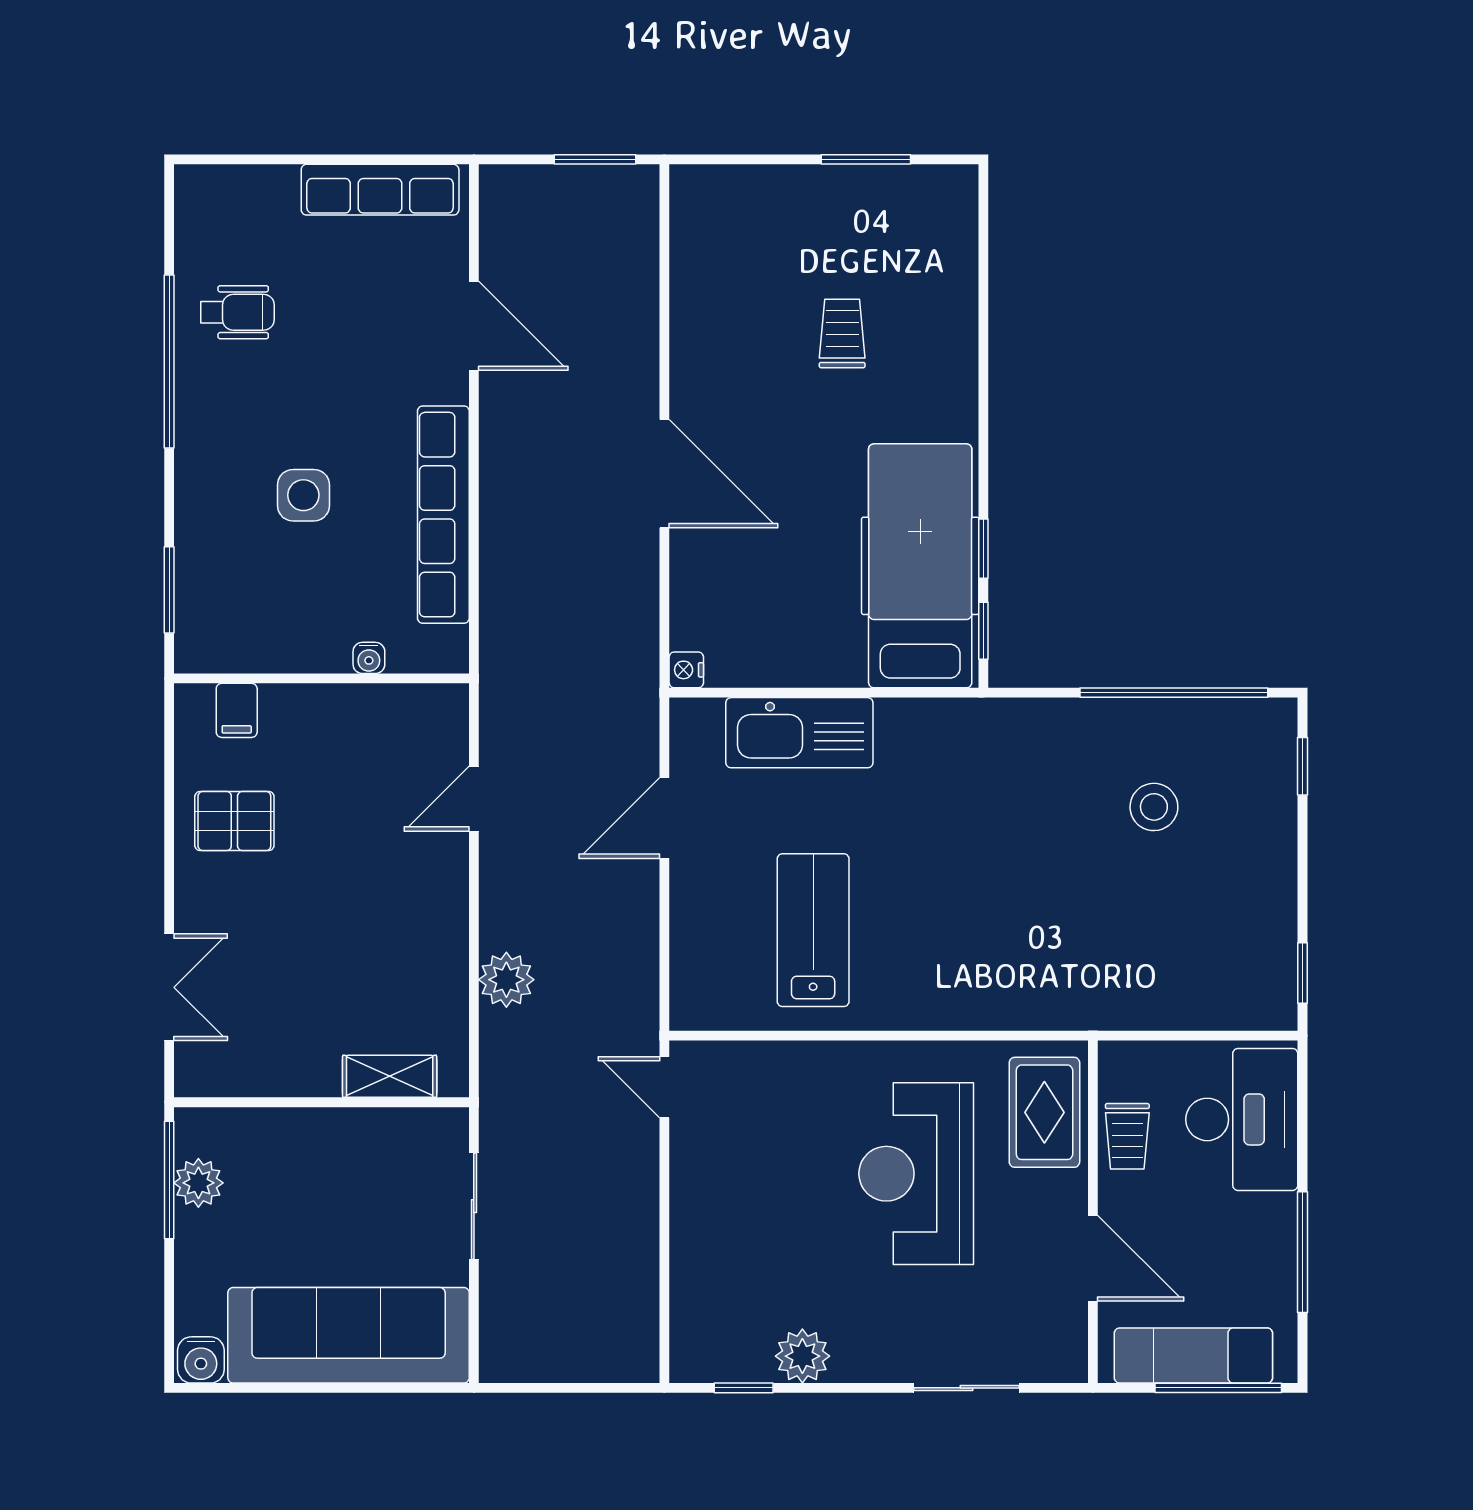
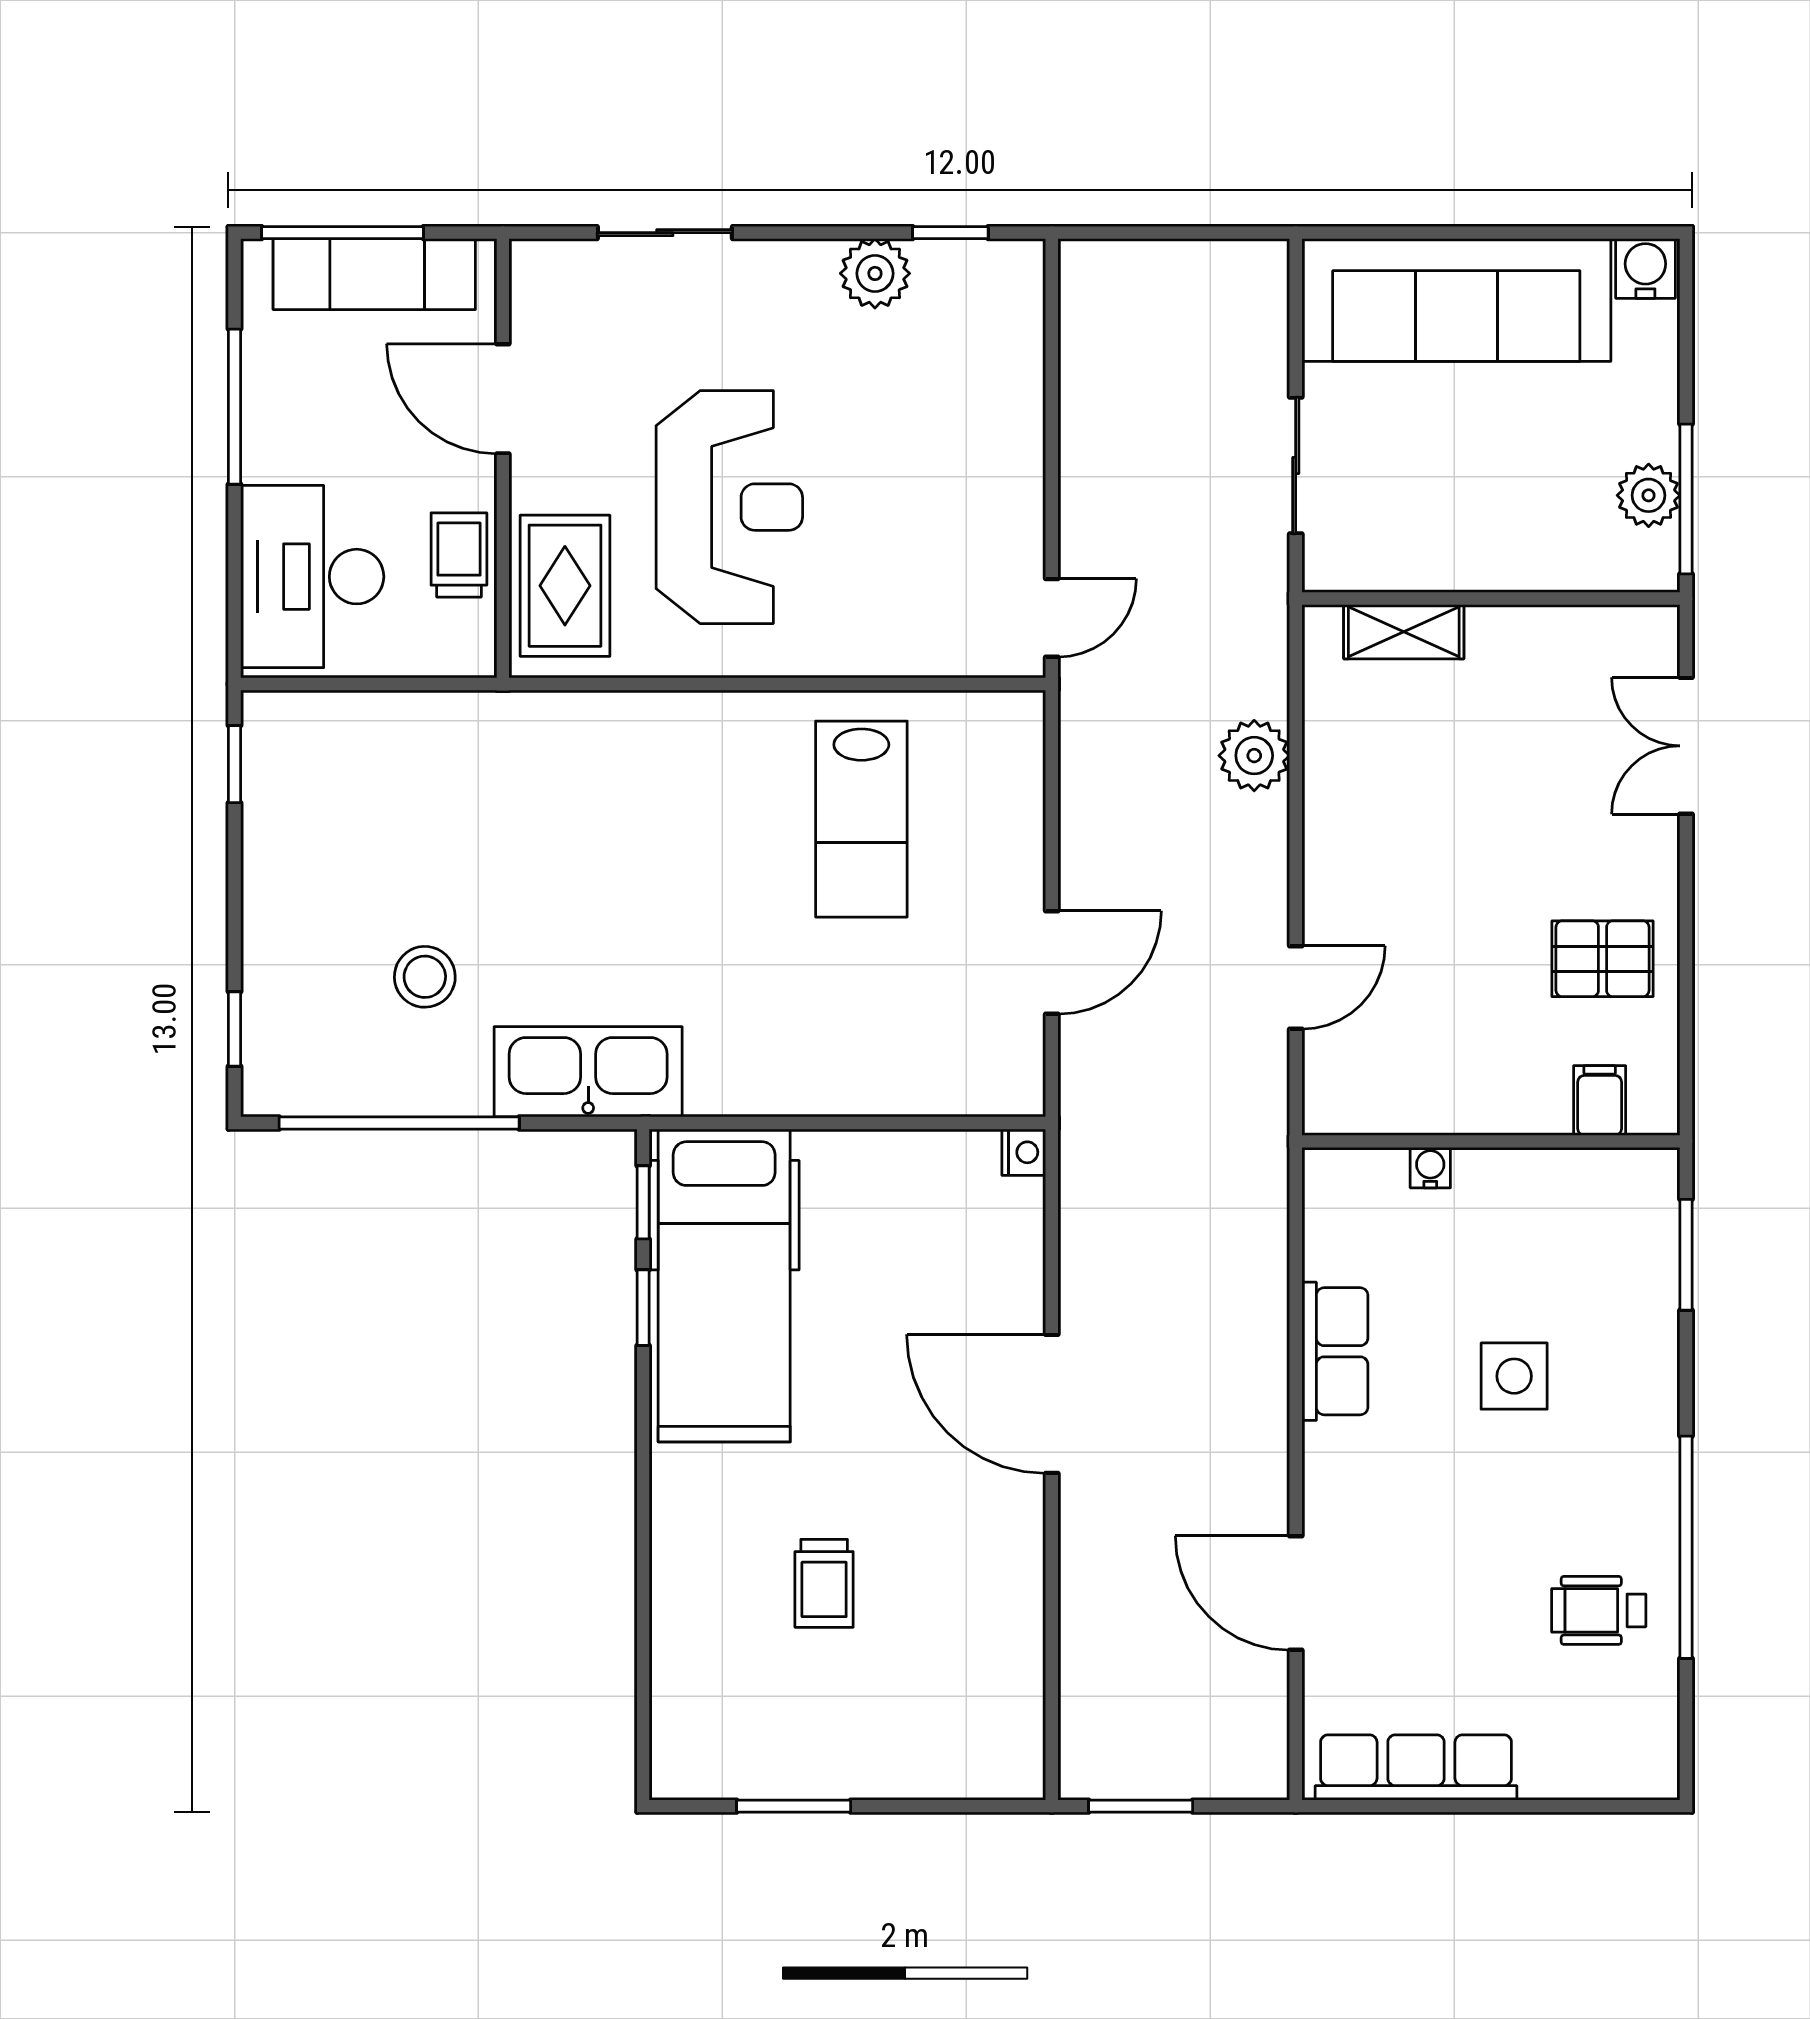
row of seats: (443, 515) -> (1335, 1351), width x0.50
kitchen sink: (799, 733) -> (588, 1072), moved
door: (664, 1087) -> (1052, 618), hinge flipped

